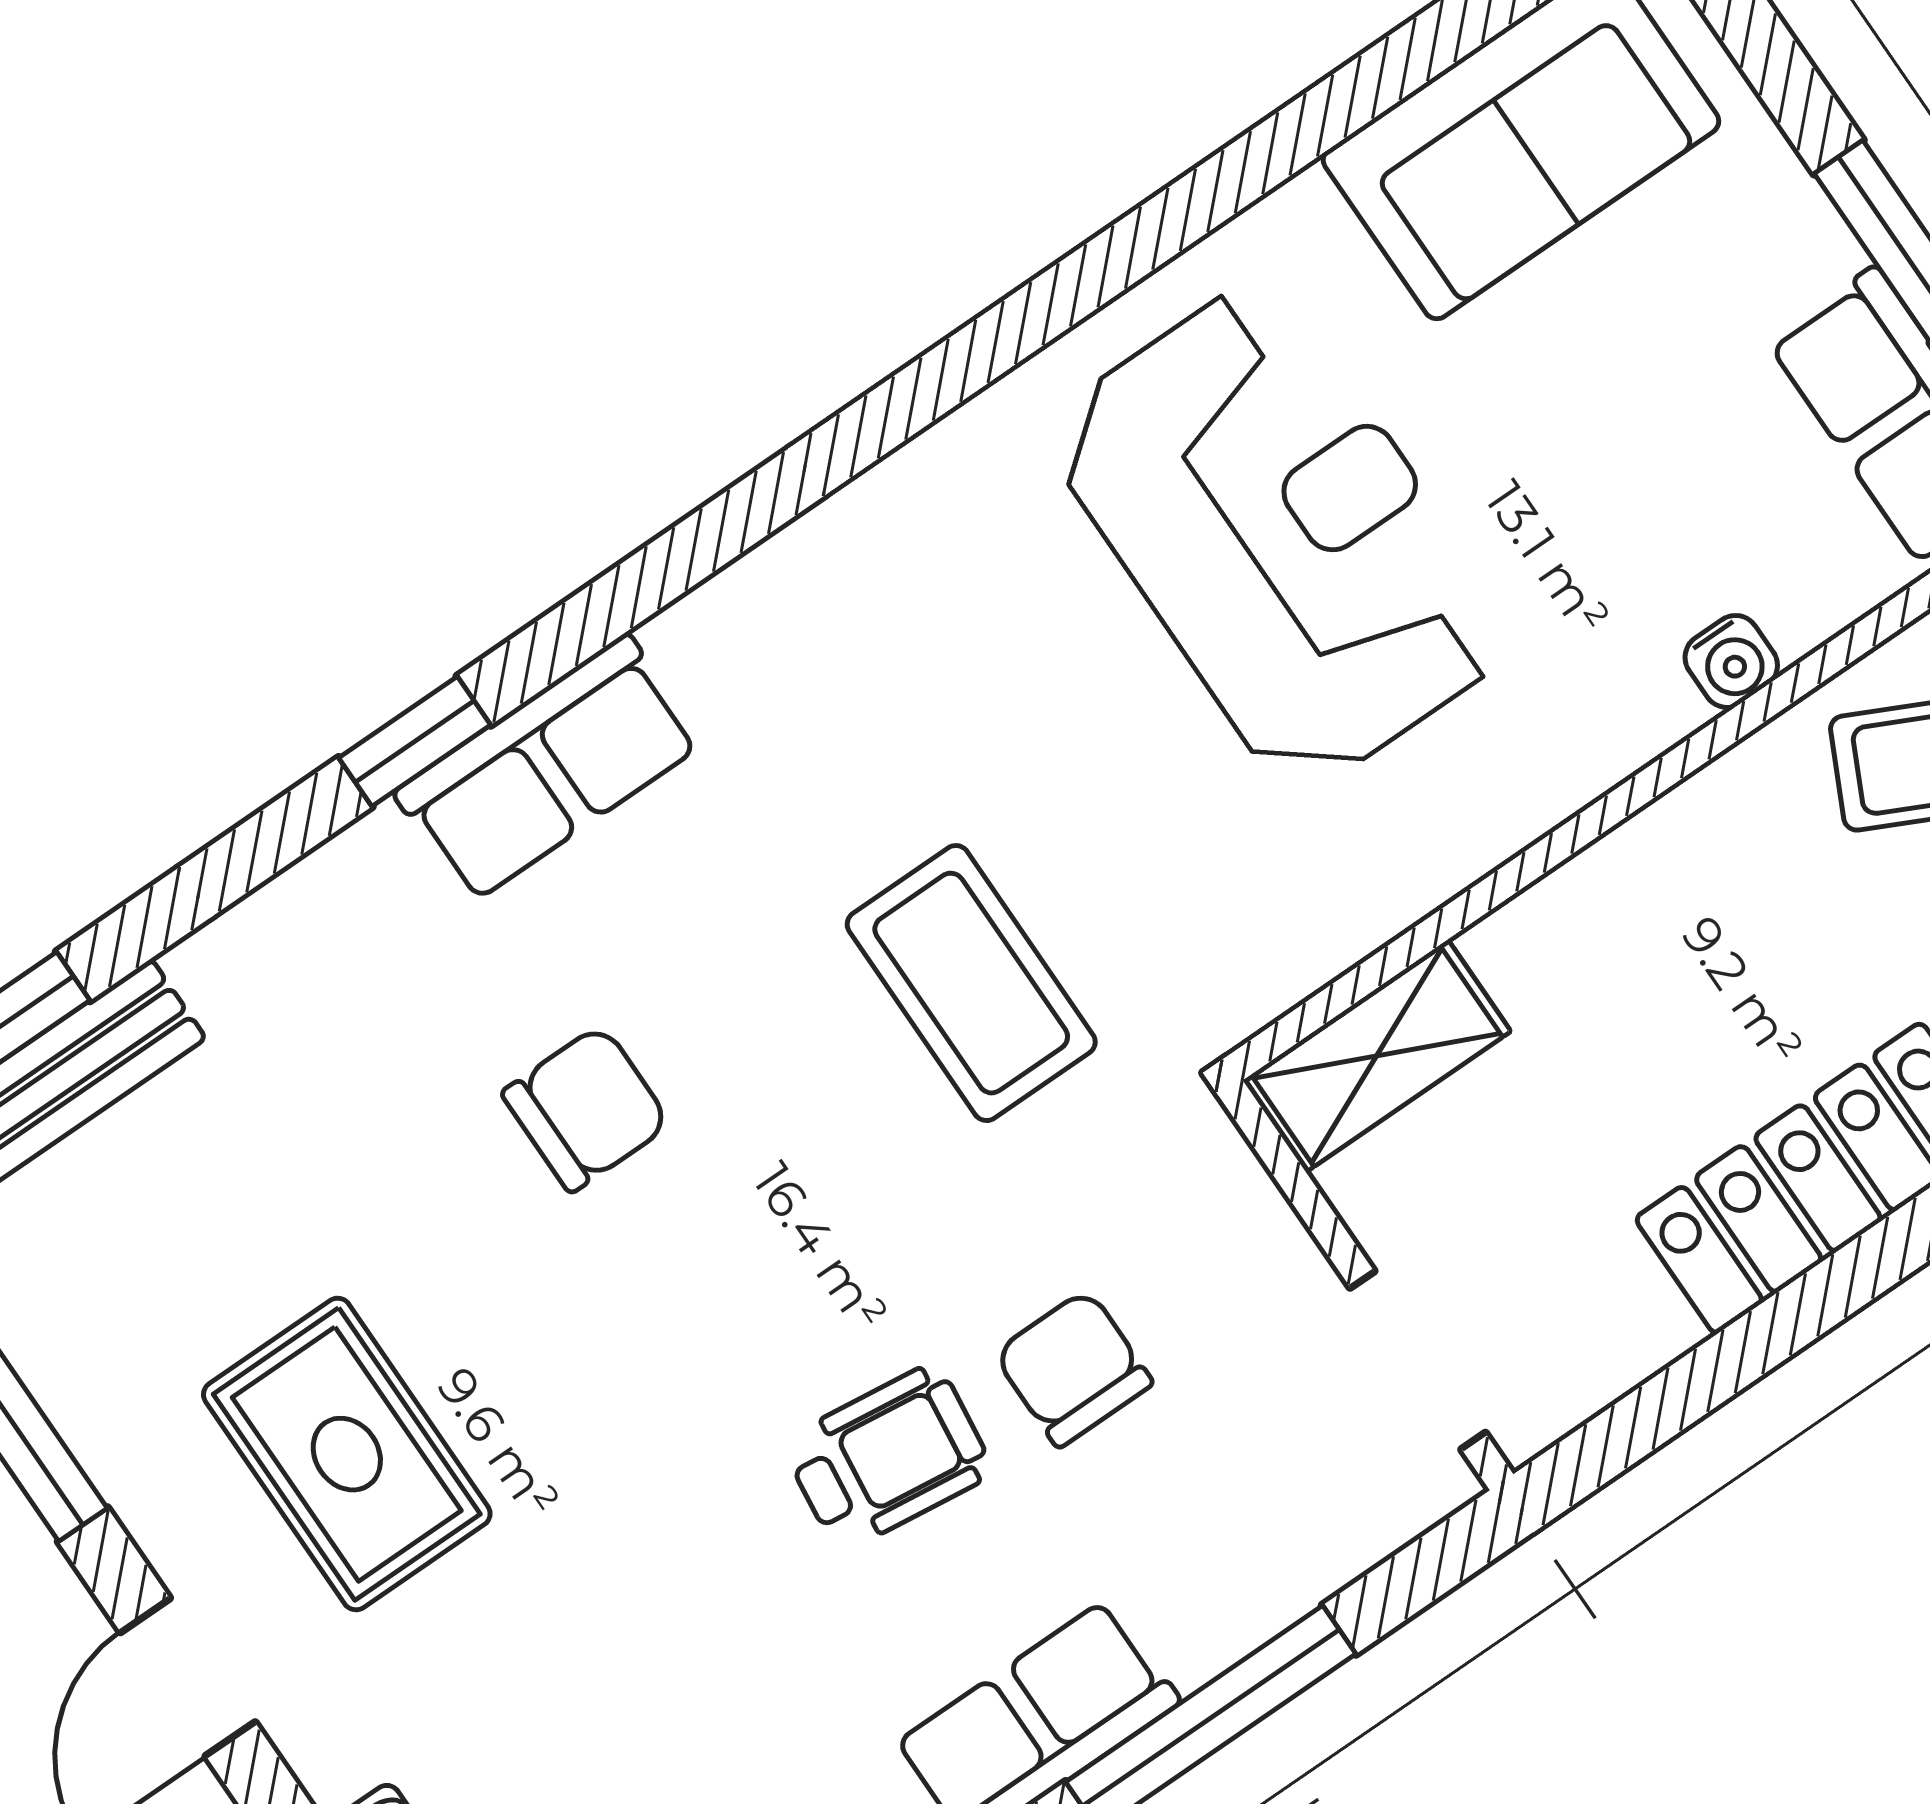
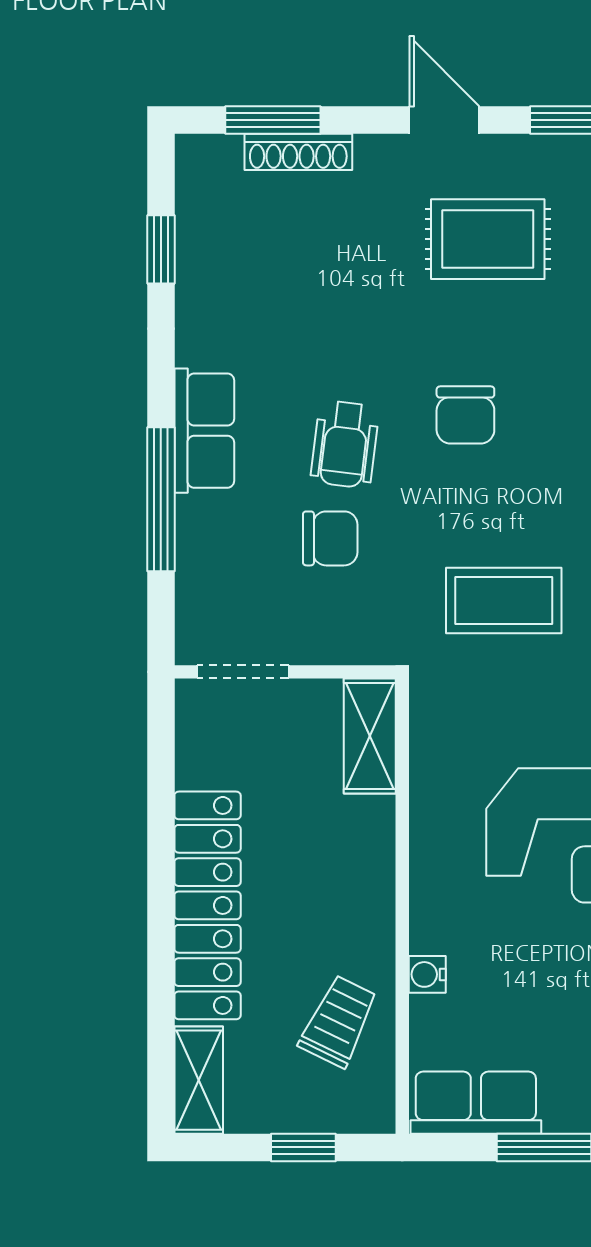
chair: (586, 1108) -> (465, 415), moved

